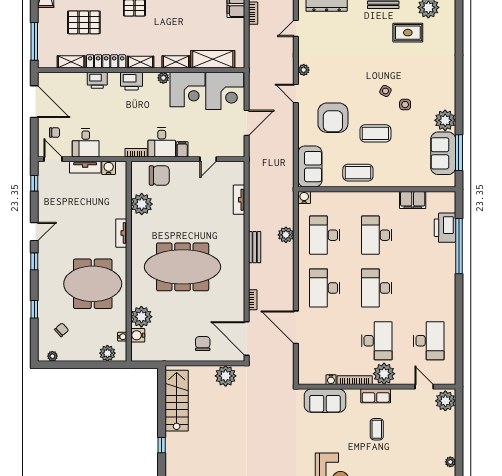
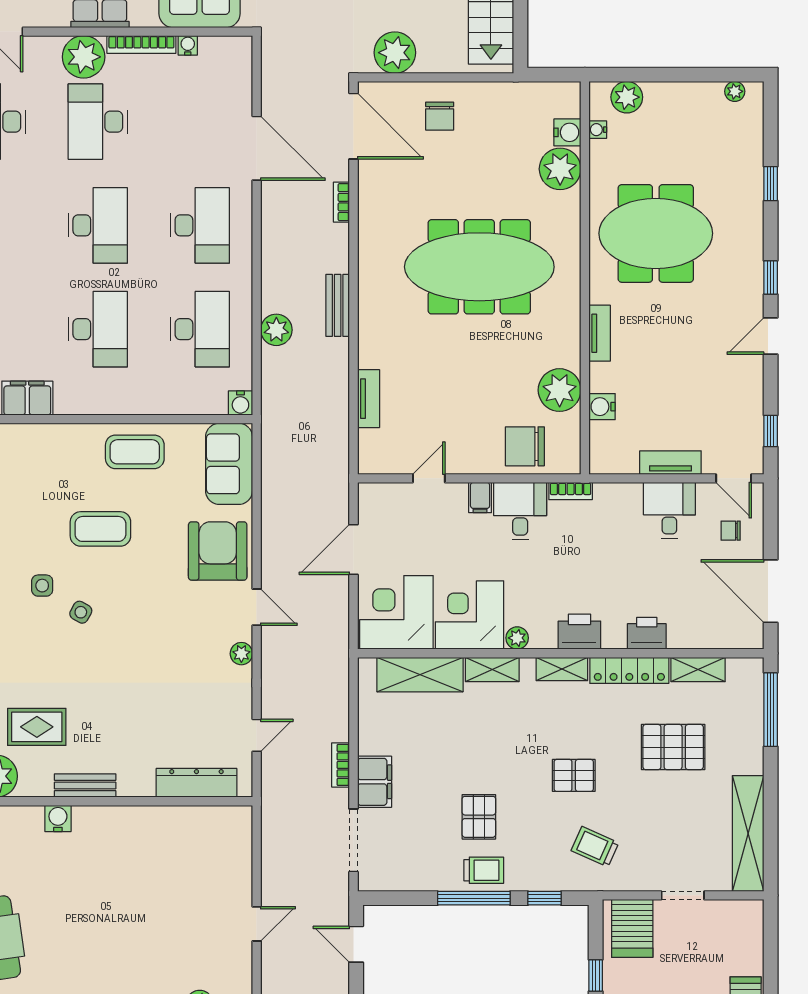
armchair: (333, 118) -> (218, 551), moved
water cooler: (109, 168) -> (602, 407), moved, turned 90
chair: (62, 330) -> (717, 143), removed

